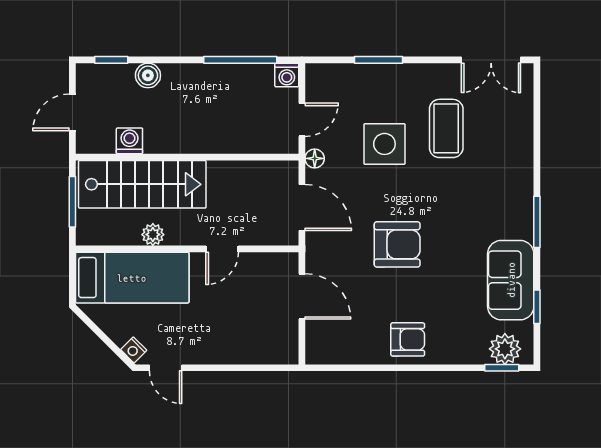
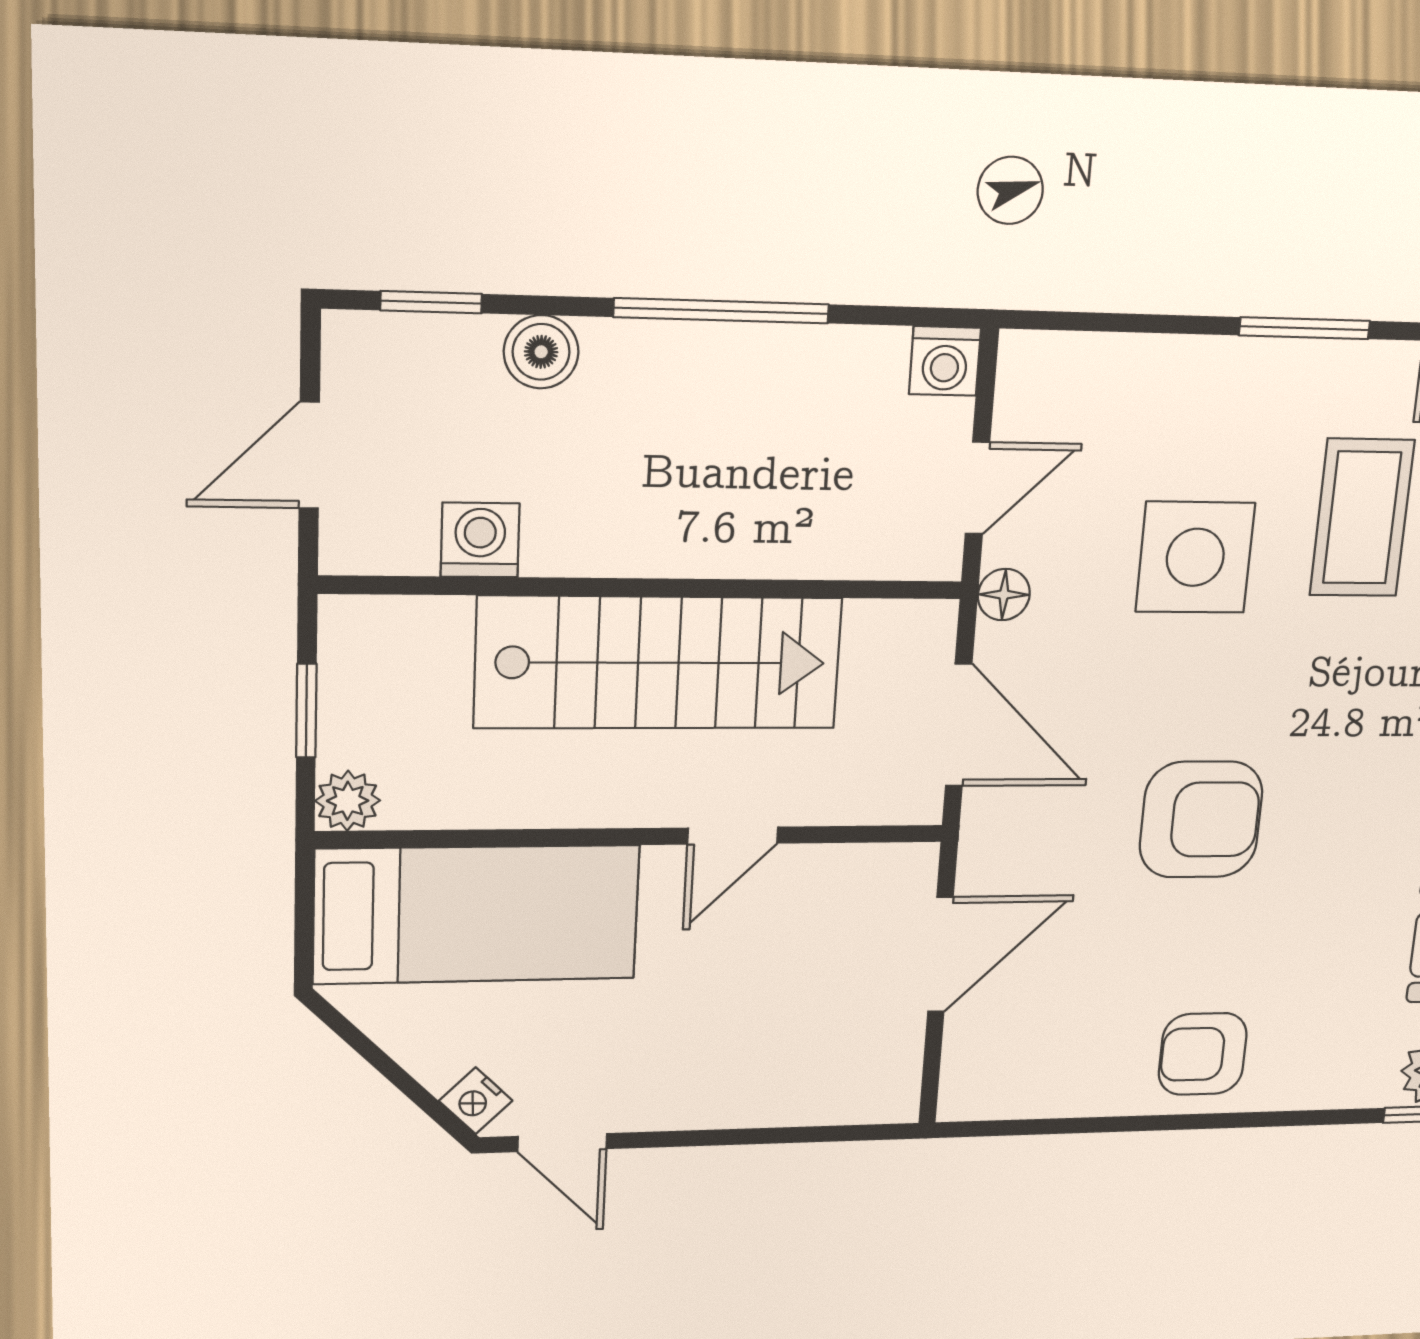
window: (240, 60) -> (722, 311), moved
window: (379, 60) -> (1305, 328), moved
stairs: (142, 184) -> (659, 663), moved
window: (72, 202) -> (306, 711), width x0.67
plant: (153, 235) -> (348, 801), moved
door: (302, 296) -> (940, 955), hinge flipped
armchair: (408, 339) -> (1203, 1054), turned 180

